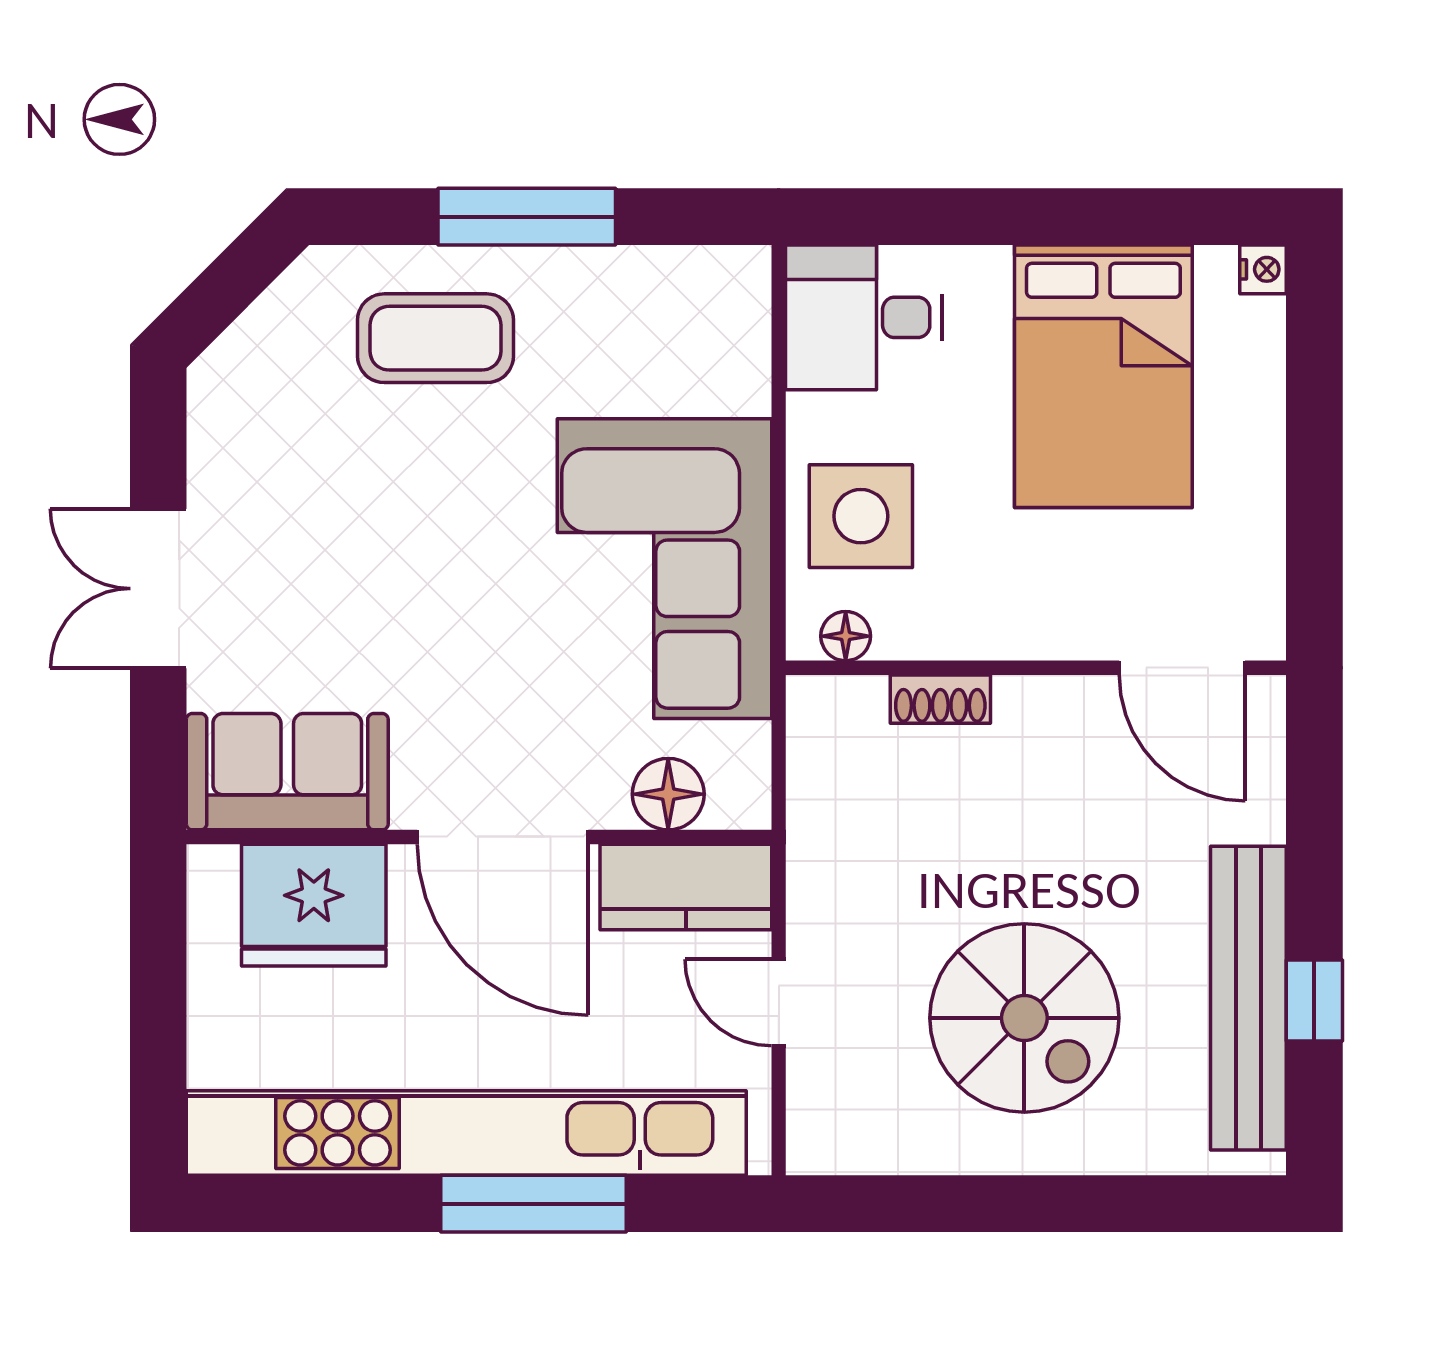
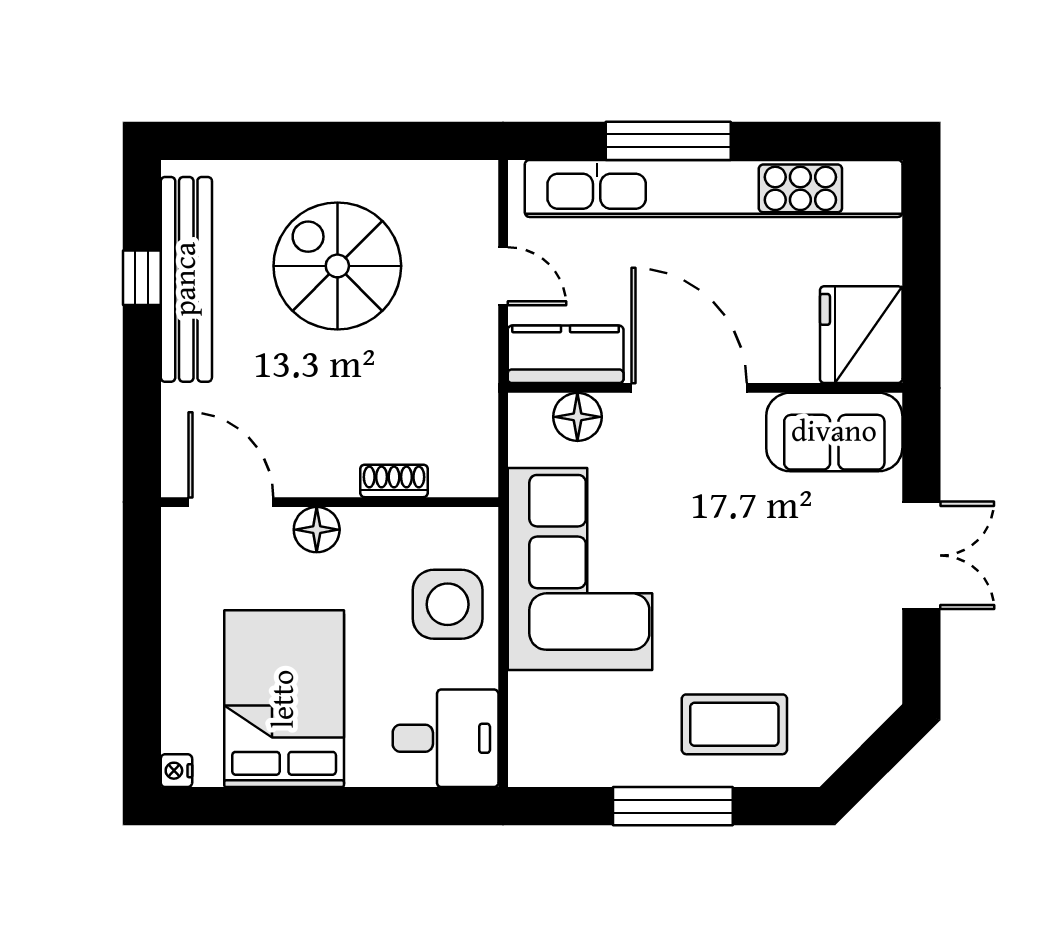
floor lamp: (846, 636) -> (317, 530), moved, width x1.37, depth x1.37
fridge: (314, 905) -> (861, 335), moved, turned -90

